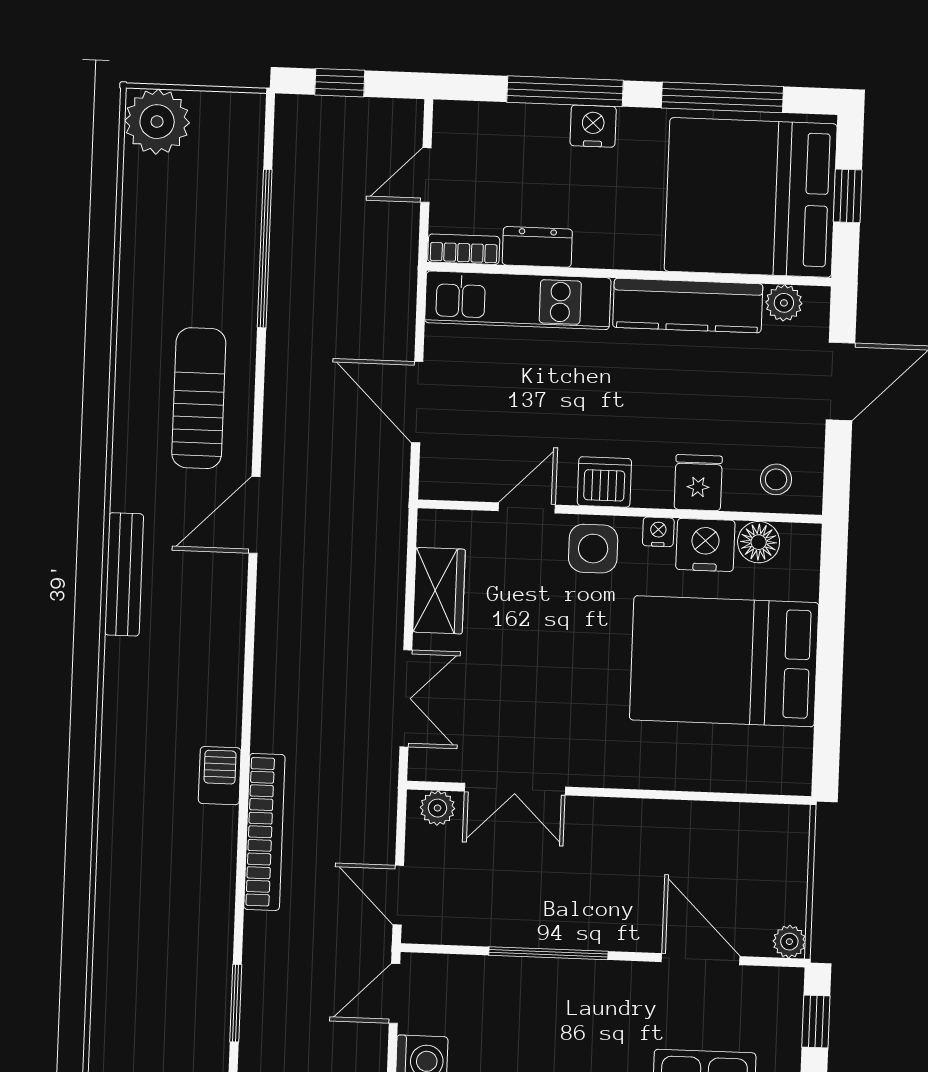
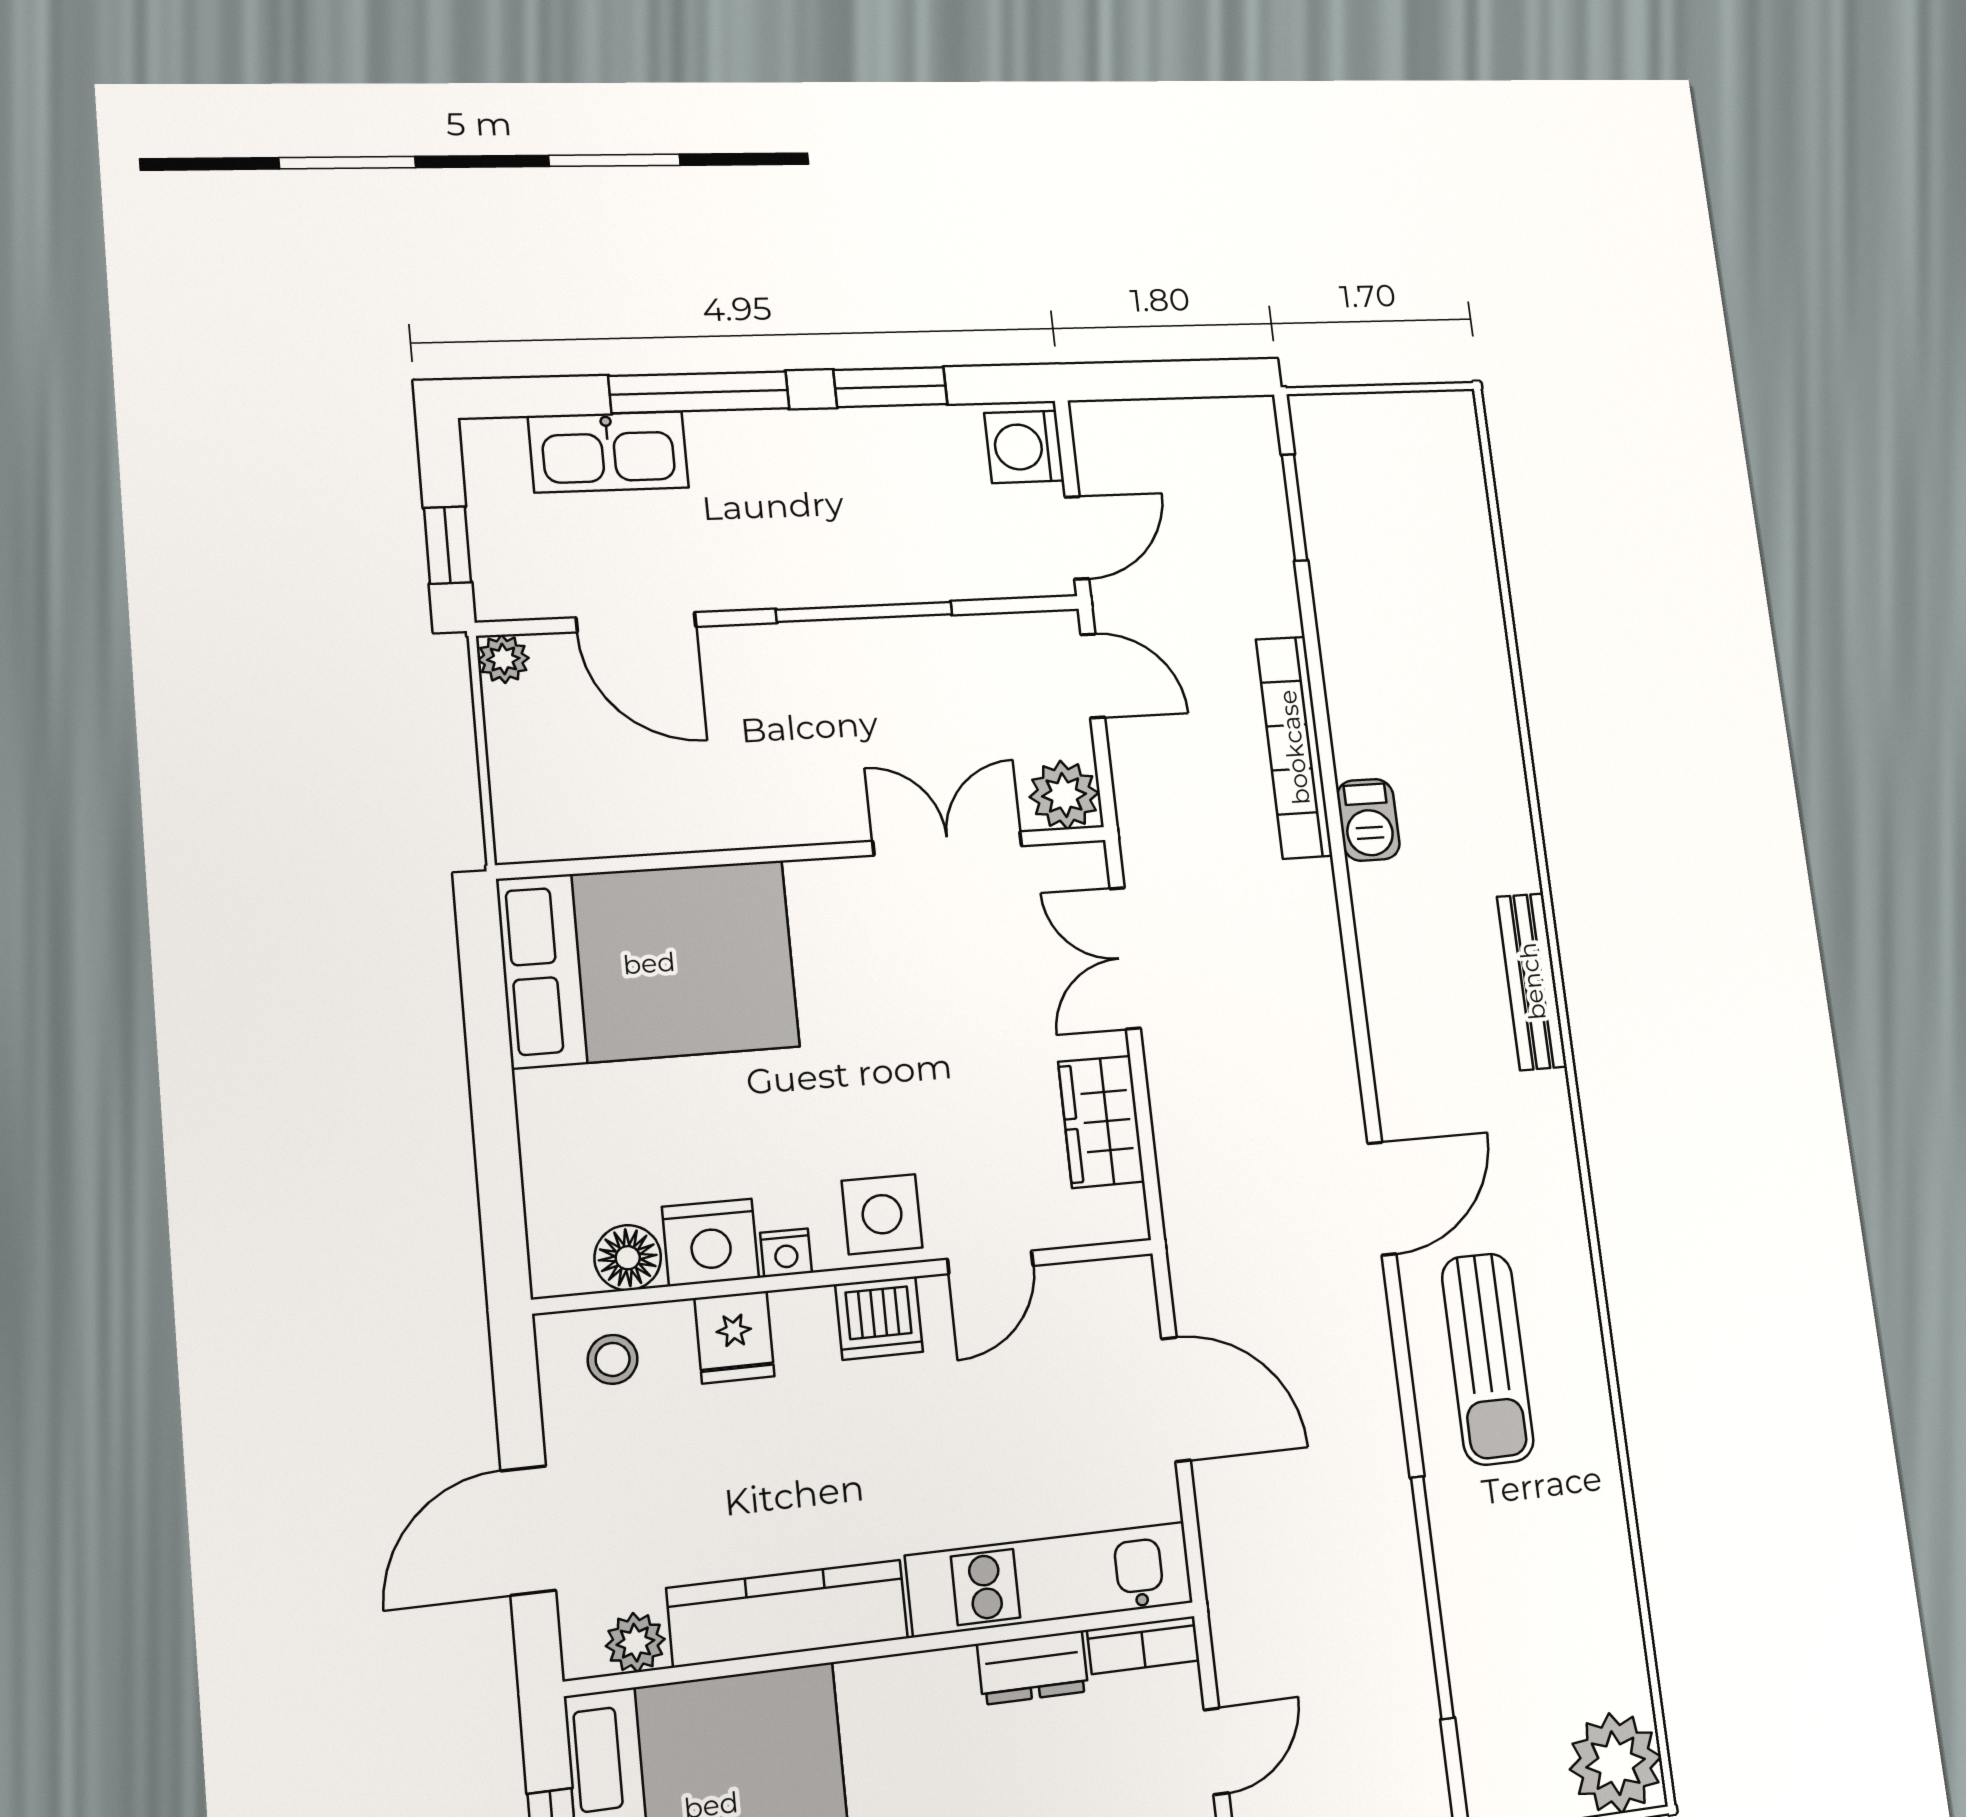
bench: (124, 574) -> (1532, 981), moved
bed: (724, 661) -> (649, 963), moved
plant: (437, 808) -> (1064, 795), width x1.38, depth x1.38

